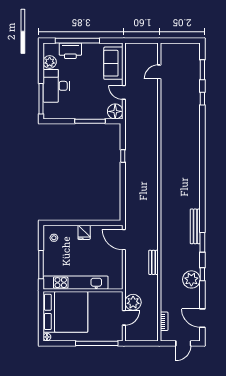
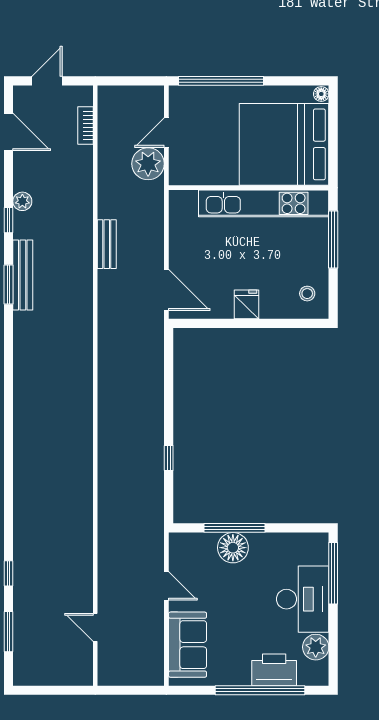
door: (159, 72) -> (95, 627), swing flipped
floor lamp: (115, 111) -> (233, 548), moved
bench: (195, 226) -> (23, 275), moved
plant: (191, 279) -> (22, 201), width x0.53, depth x0.53

